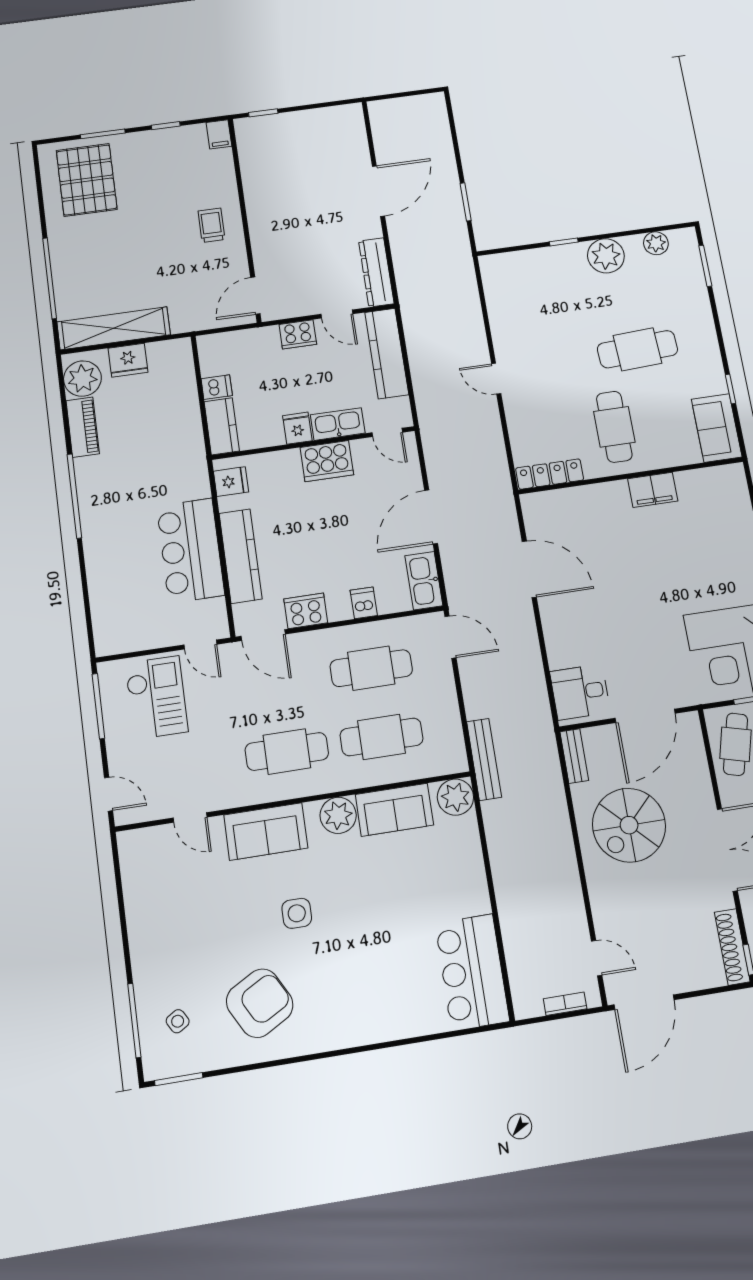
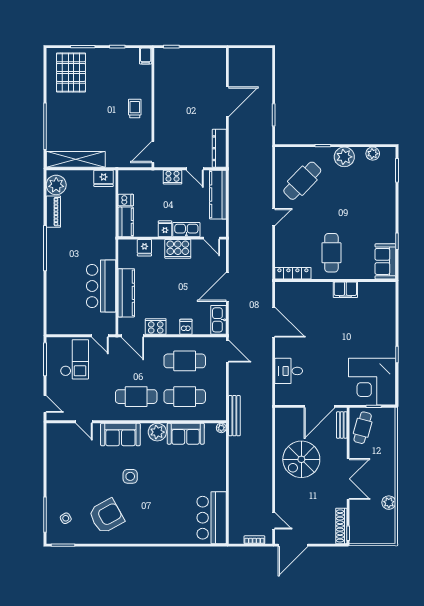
cafe table: (637, 349) -> (302, 181), moved, turned -43
fridge: (128, 360) -> (104, 178), moved
door: (496, 379) -> (274, 217), swing flipped
fridge: (231, 482) -> (144, 248), moved, turned 90
desk: (580, 692) -> (289, 371), moved
bench: (574, 756) -> (342, 425), moved
plant: (455, 797) -> (221, 428), width x0.53, depth x0.53

